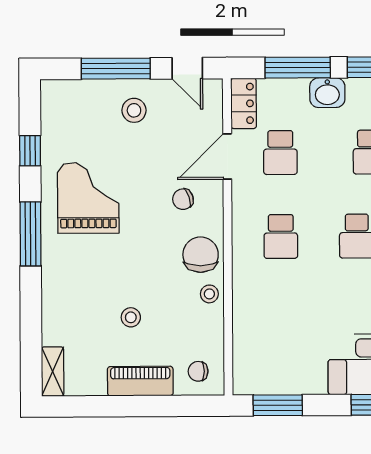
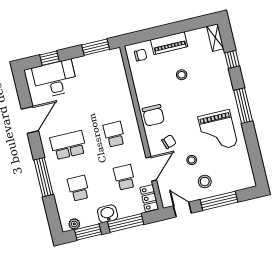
window: (30, 151) -> (232, 59), moved
stool: (209, 294) -> (192, 160), moved

